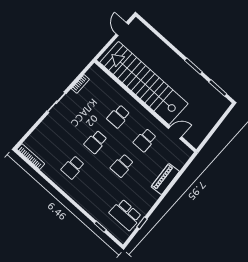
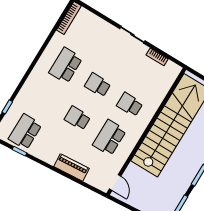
door: (175, 133) -> (115, 182), moved
school desk: (145, 140) -> (109, 138), width x1.85
school desk: (73, 167) -> (66, 65), width x1.85

